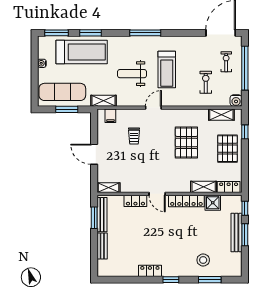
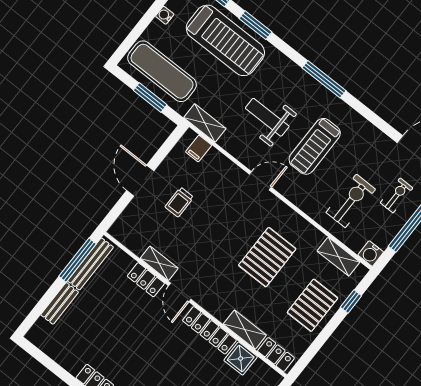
exercise bike: (206, 82) -> (351, 201), width x1.38, depth x1.39
trolley: (134, 136) -> (179, 202), moved
shelving: (109, 188) -> (159, 263), moved
window: (94, 218) -> (77, 260), width x1.44

